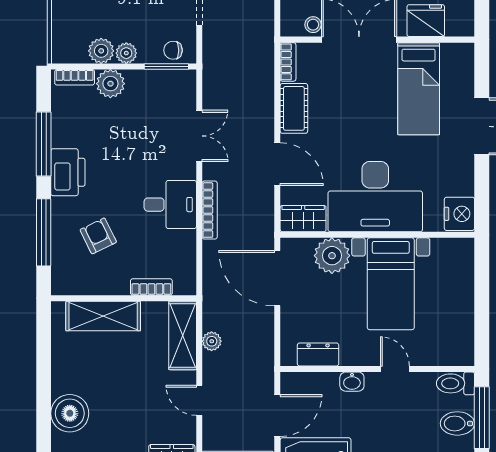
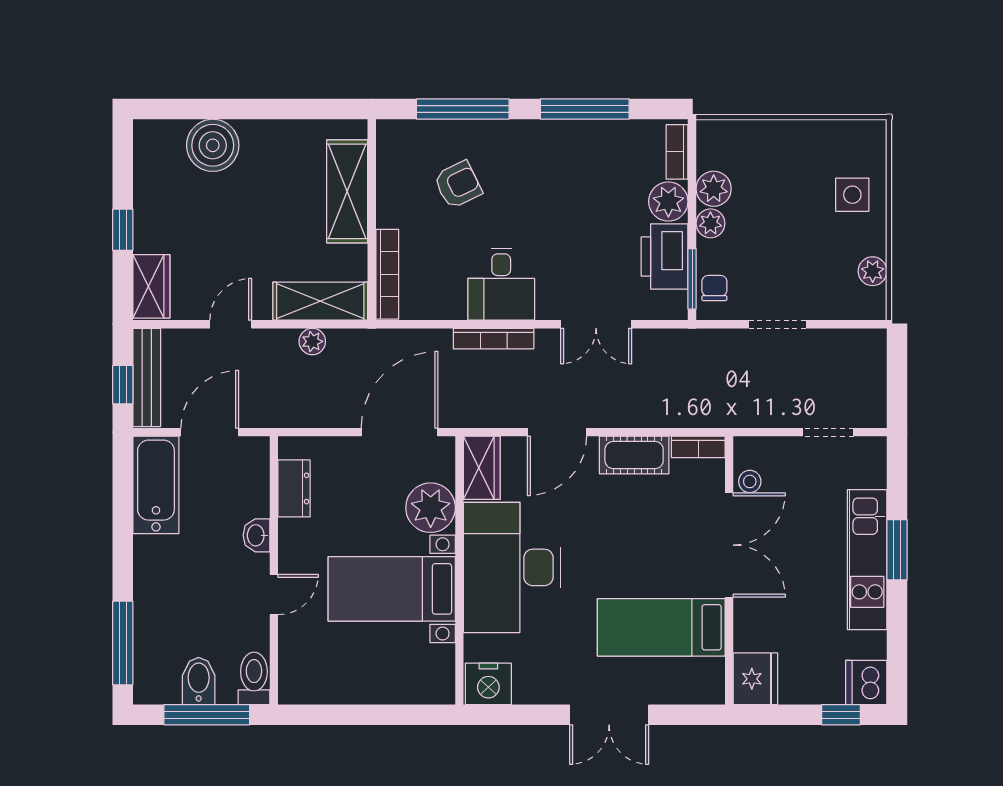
fridge: (426, 21) -> (755, 679), moved
printer: (68, 172) -> (665, 256), moved, turned 90
bookcase: (151, 287) -> (387, 274), width x1.56
door: (277, 415) -> (210, 432), swing flipped

